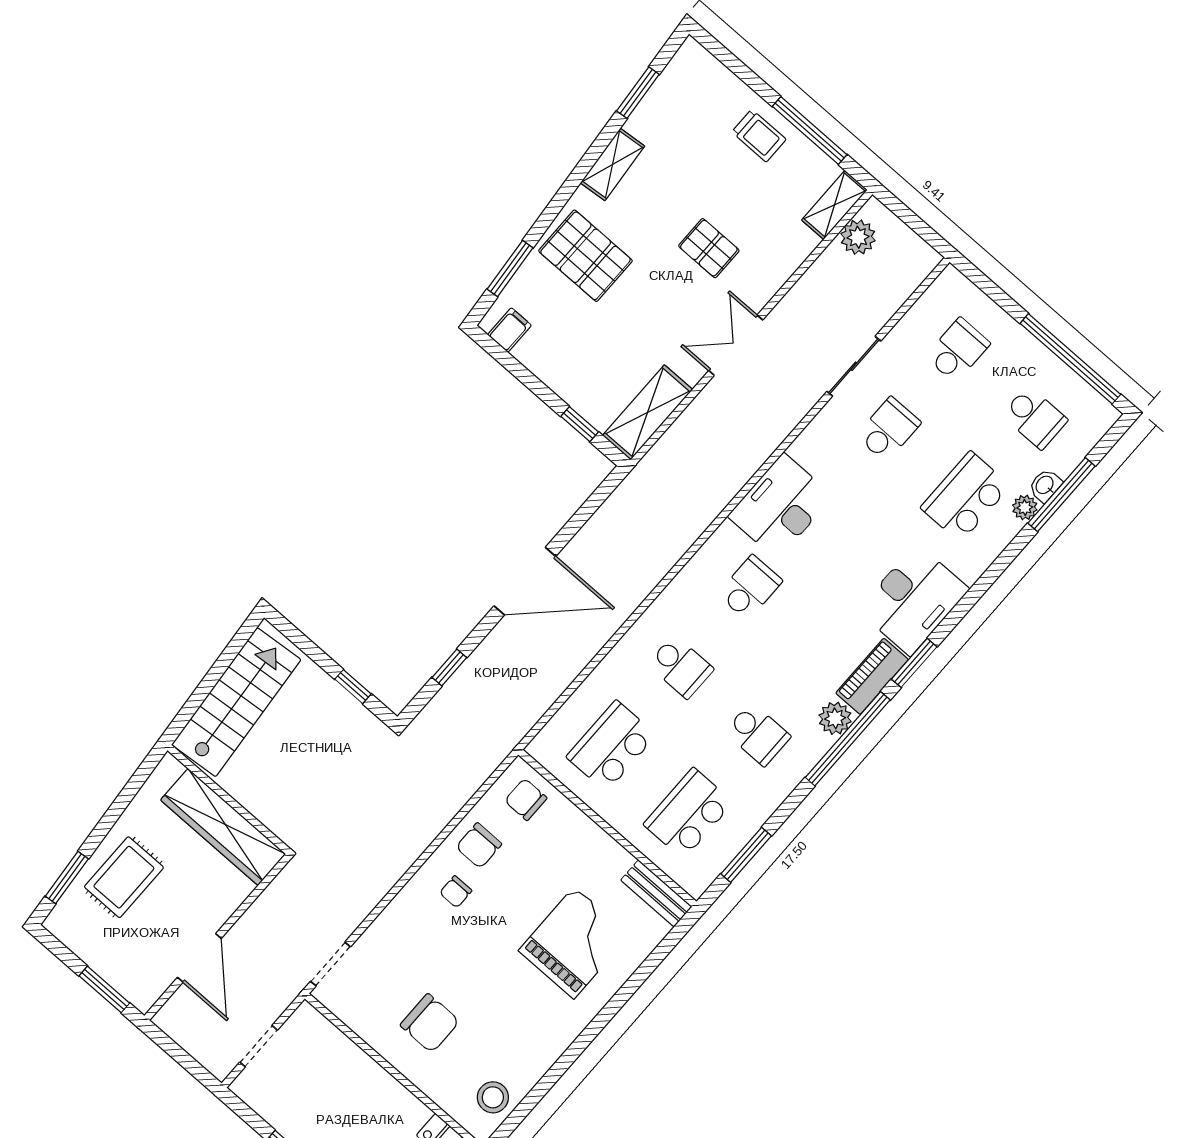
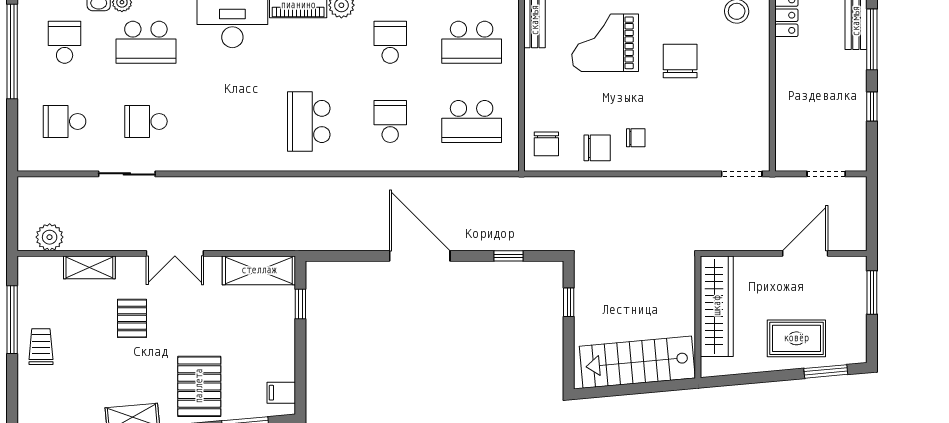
shelving: (834, 205) -> (89, 267), moved
desk: (780, 506) -> (246, 145), removed
school desk: (750, 588) -> (309, 121), width x1.85
chair: (430, 1023) -> (680, 61), moved

